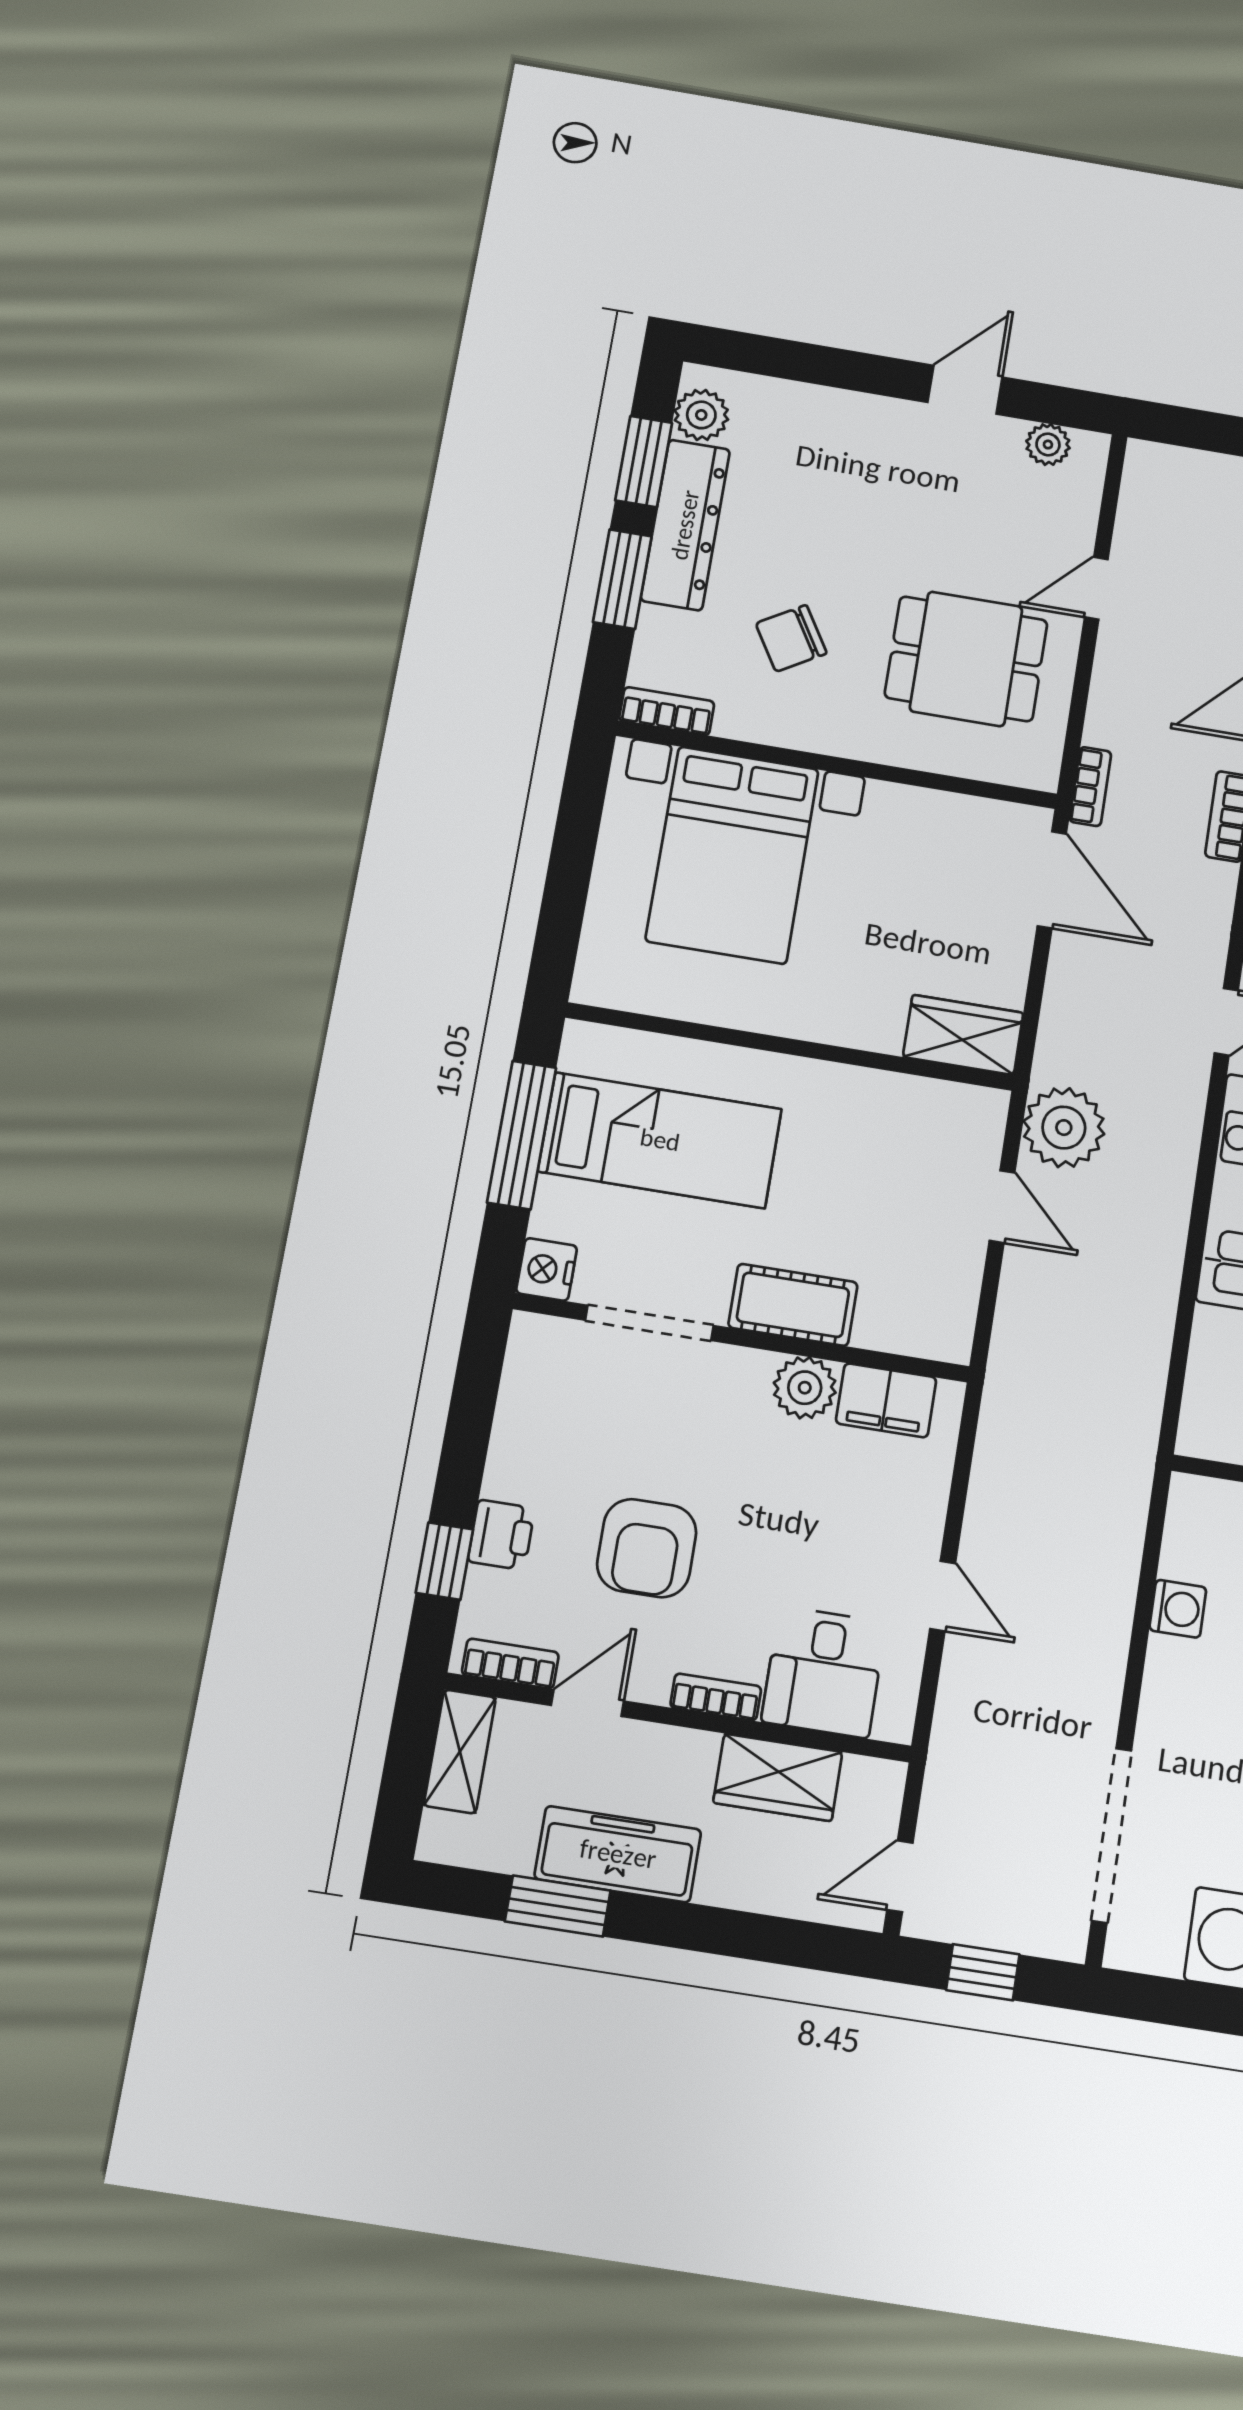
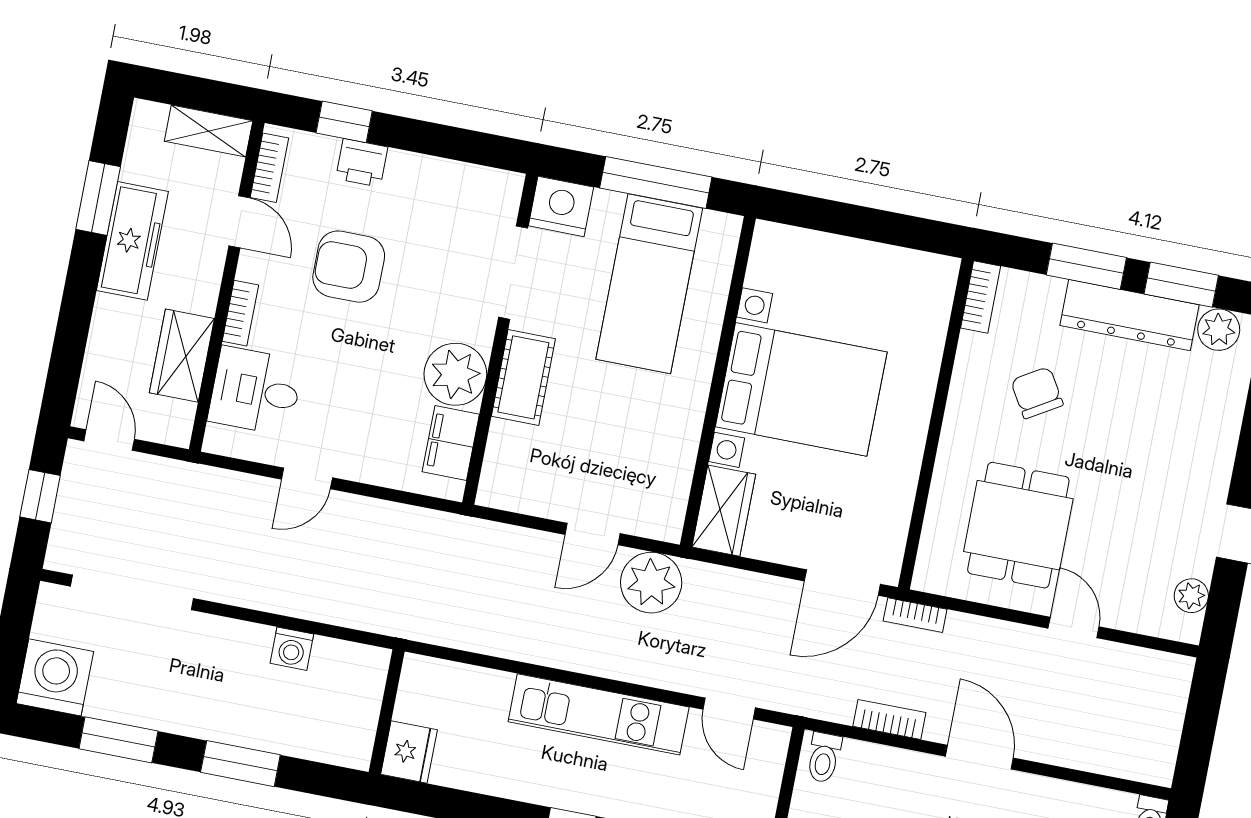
bed with nightstands: (732, 855) -> (801, 389), moved, turned 180
nightstand: (547, 1269) -> (561, 206), width x1.36, depth x1.33
plant: (805, 1388) -> (455, 374), width x1.36, depth x1.36

